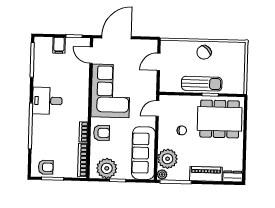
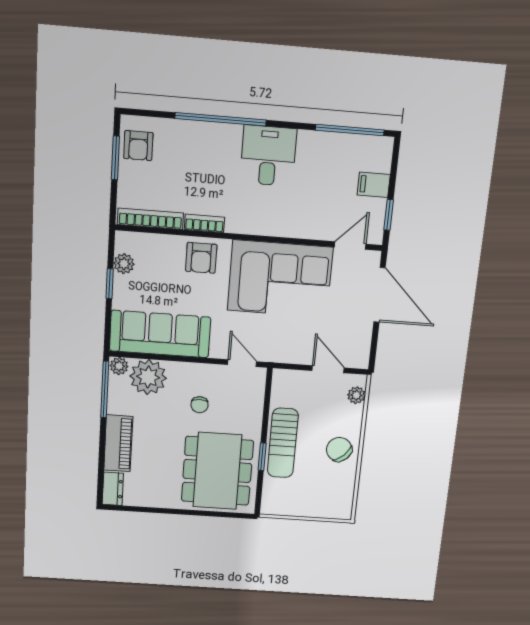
plant: (172, 45) -> (356, 395), added
plant: (107, 168) -> (124, 264), width x0.53, depth x0.53

